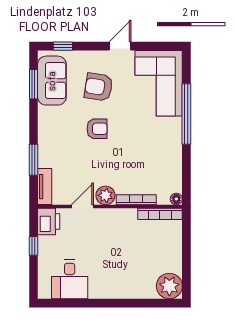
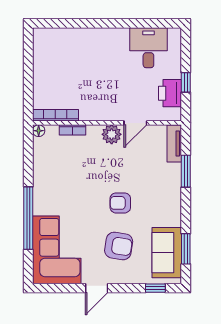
bookcase: (136, 200) -> (72, 130), width x0.64
printer: (49, 222) -> (170, 93), moved
plant: (169, 286) -> (46, 41), removed

